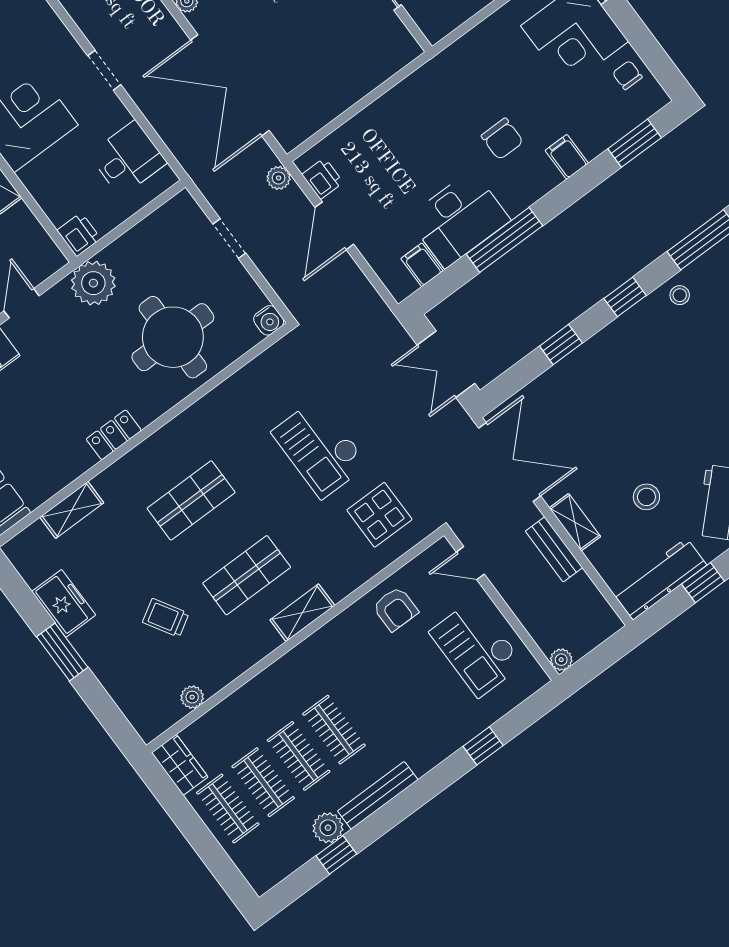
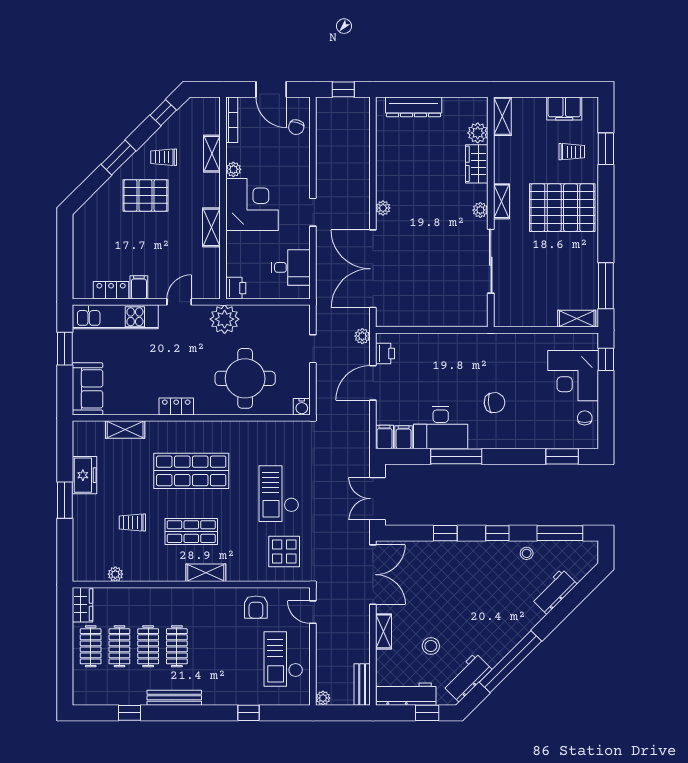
chair: (502, 139) -> (494, 403), turned -95
filing cabinet: (567, 157) -> (384, 437), moved
shop shelf: (191, 500) -> (191, 471), width x1.43, depth x1.36
bench: (554, 549) -> (362, 684), moved
trolley: (166, 618) -> (132, 522), turned -59
plant: (328, 828) -> (136, 695), removed

